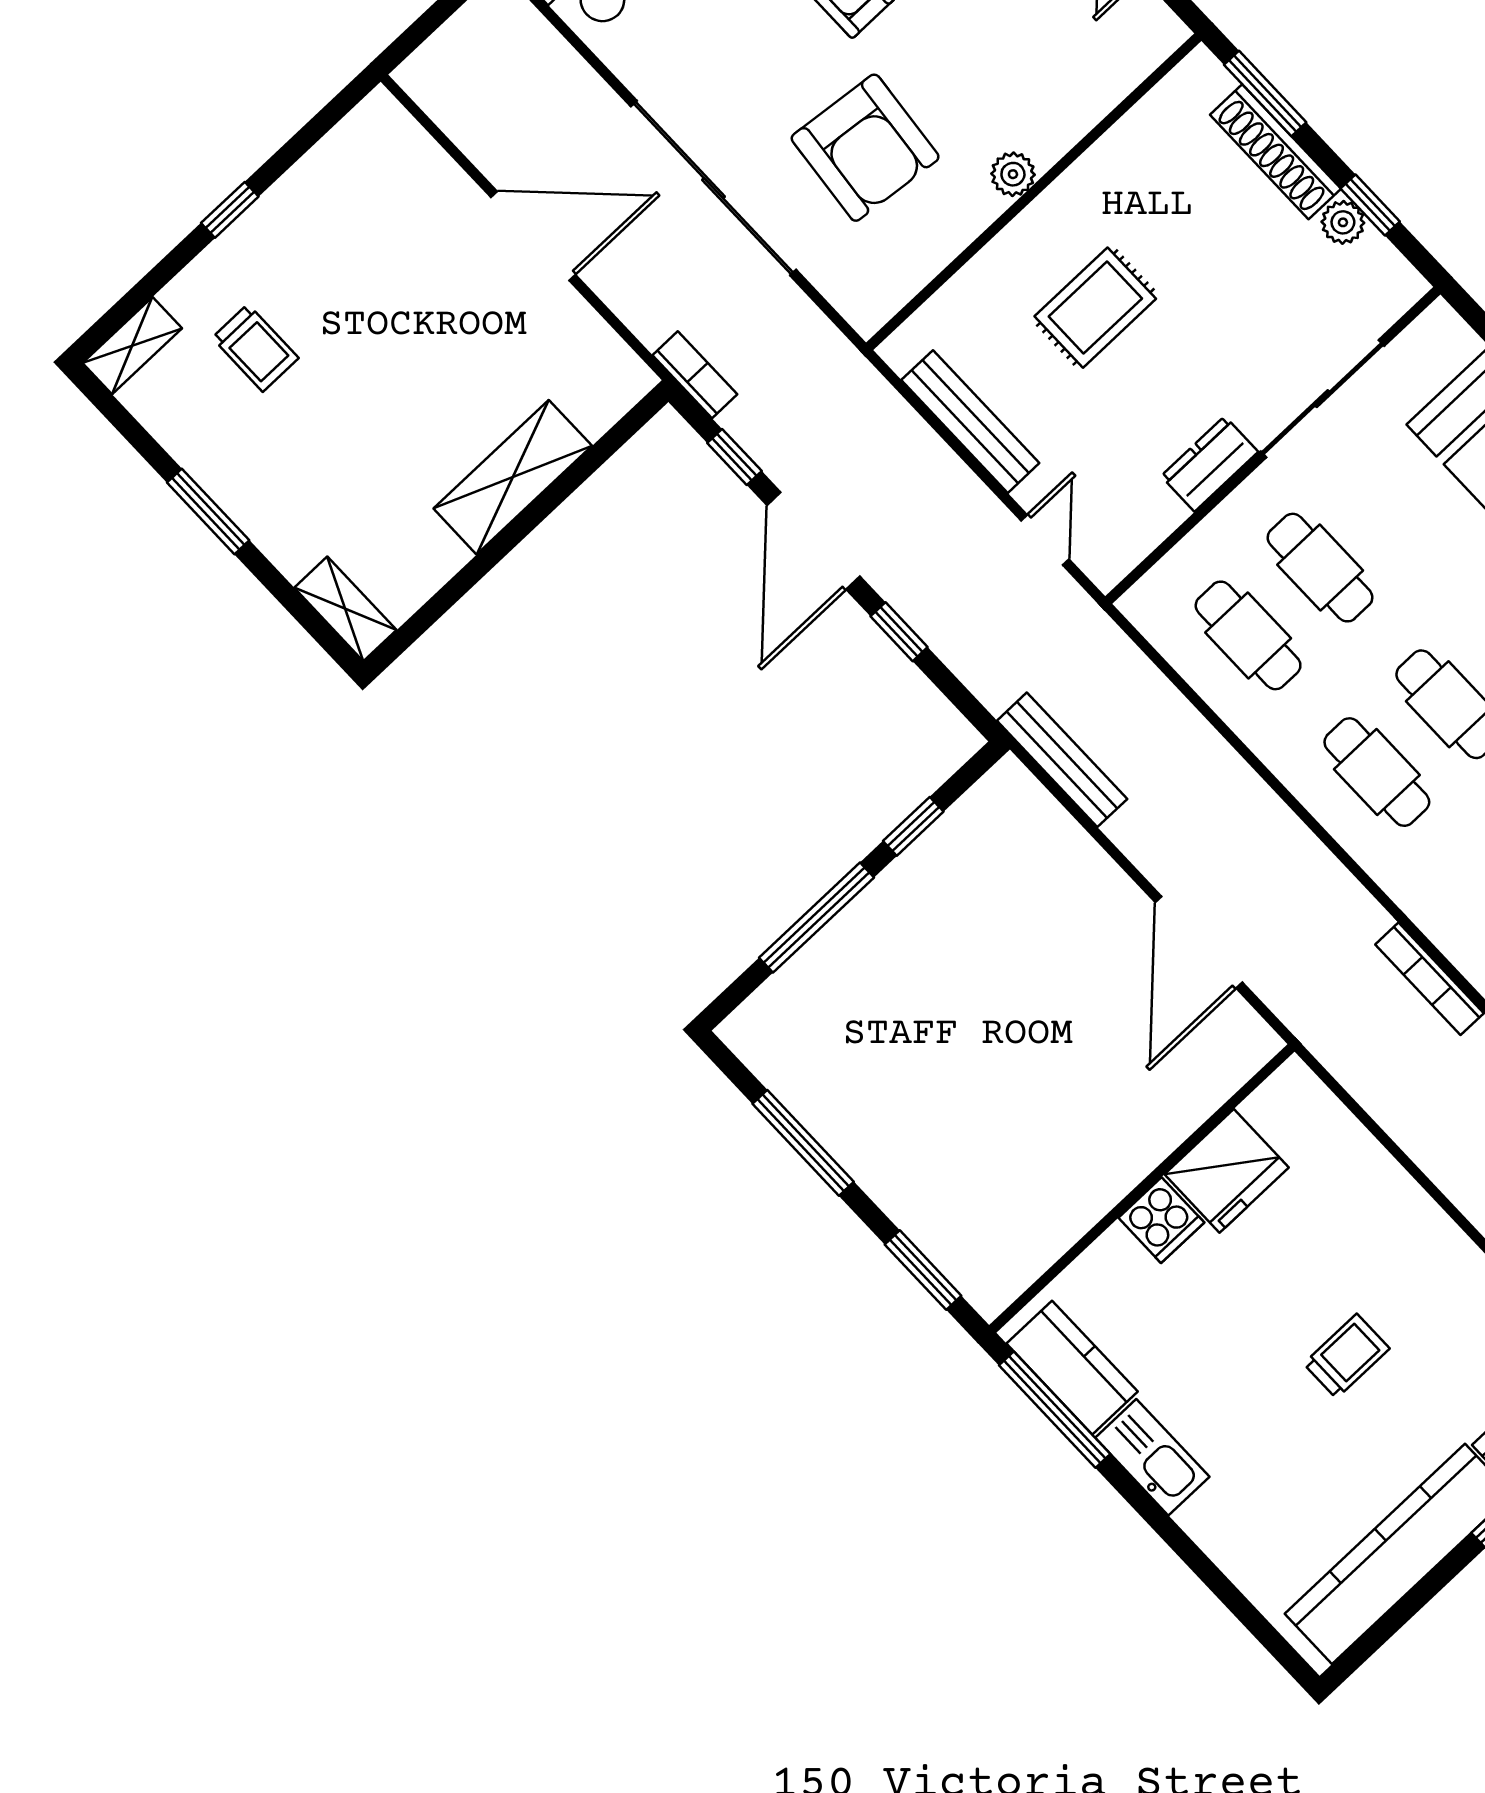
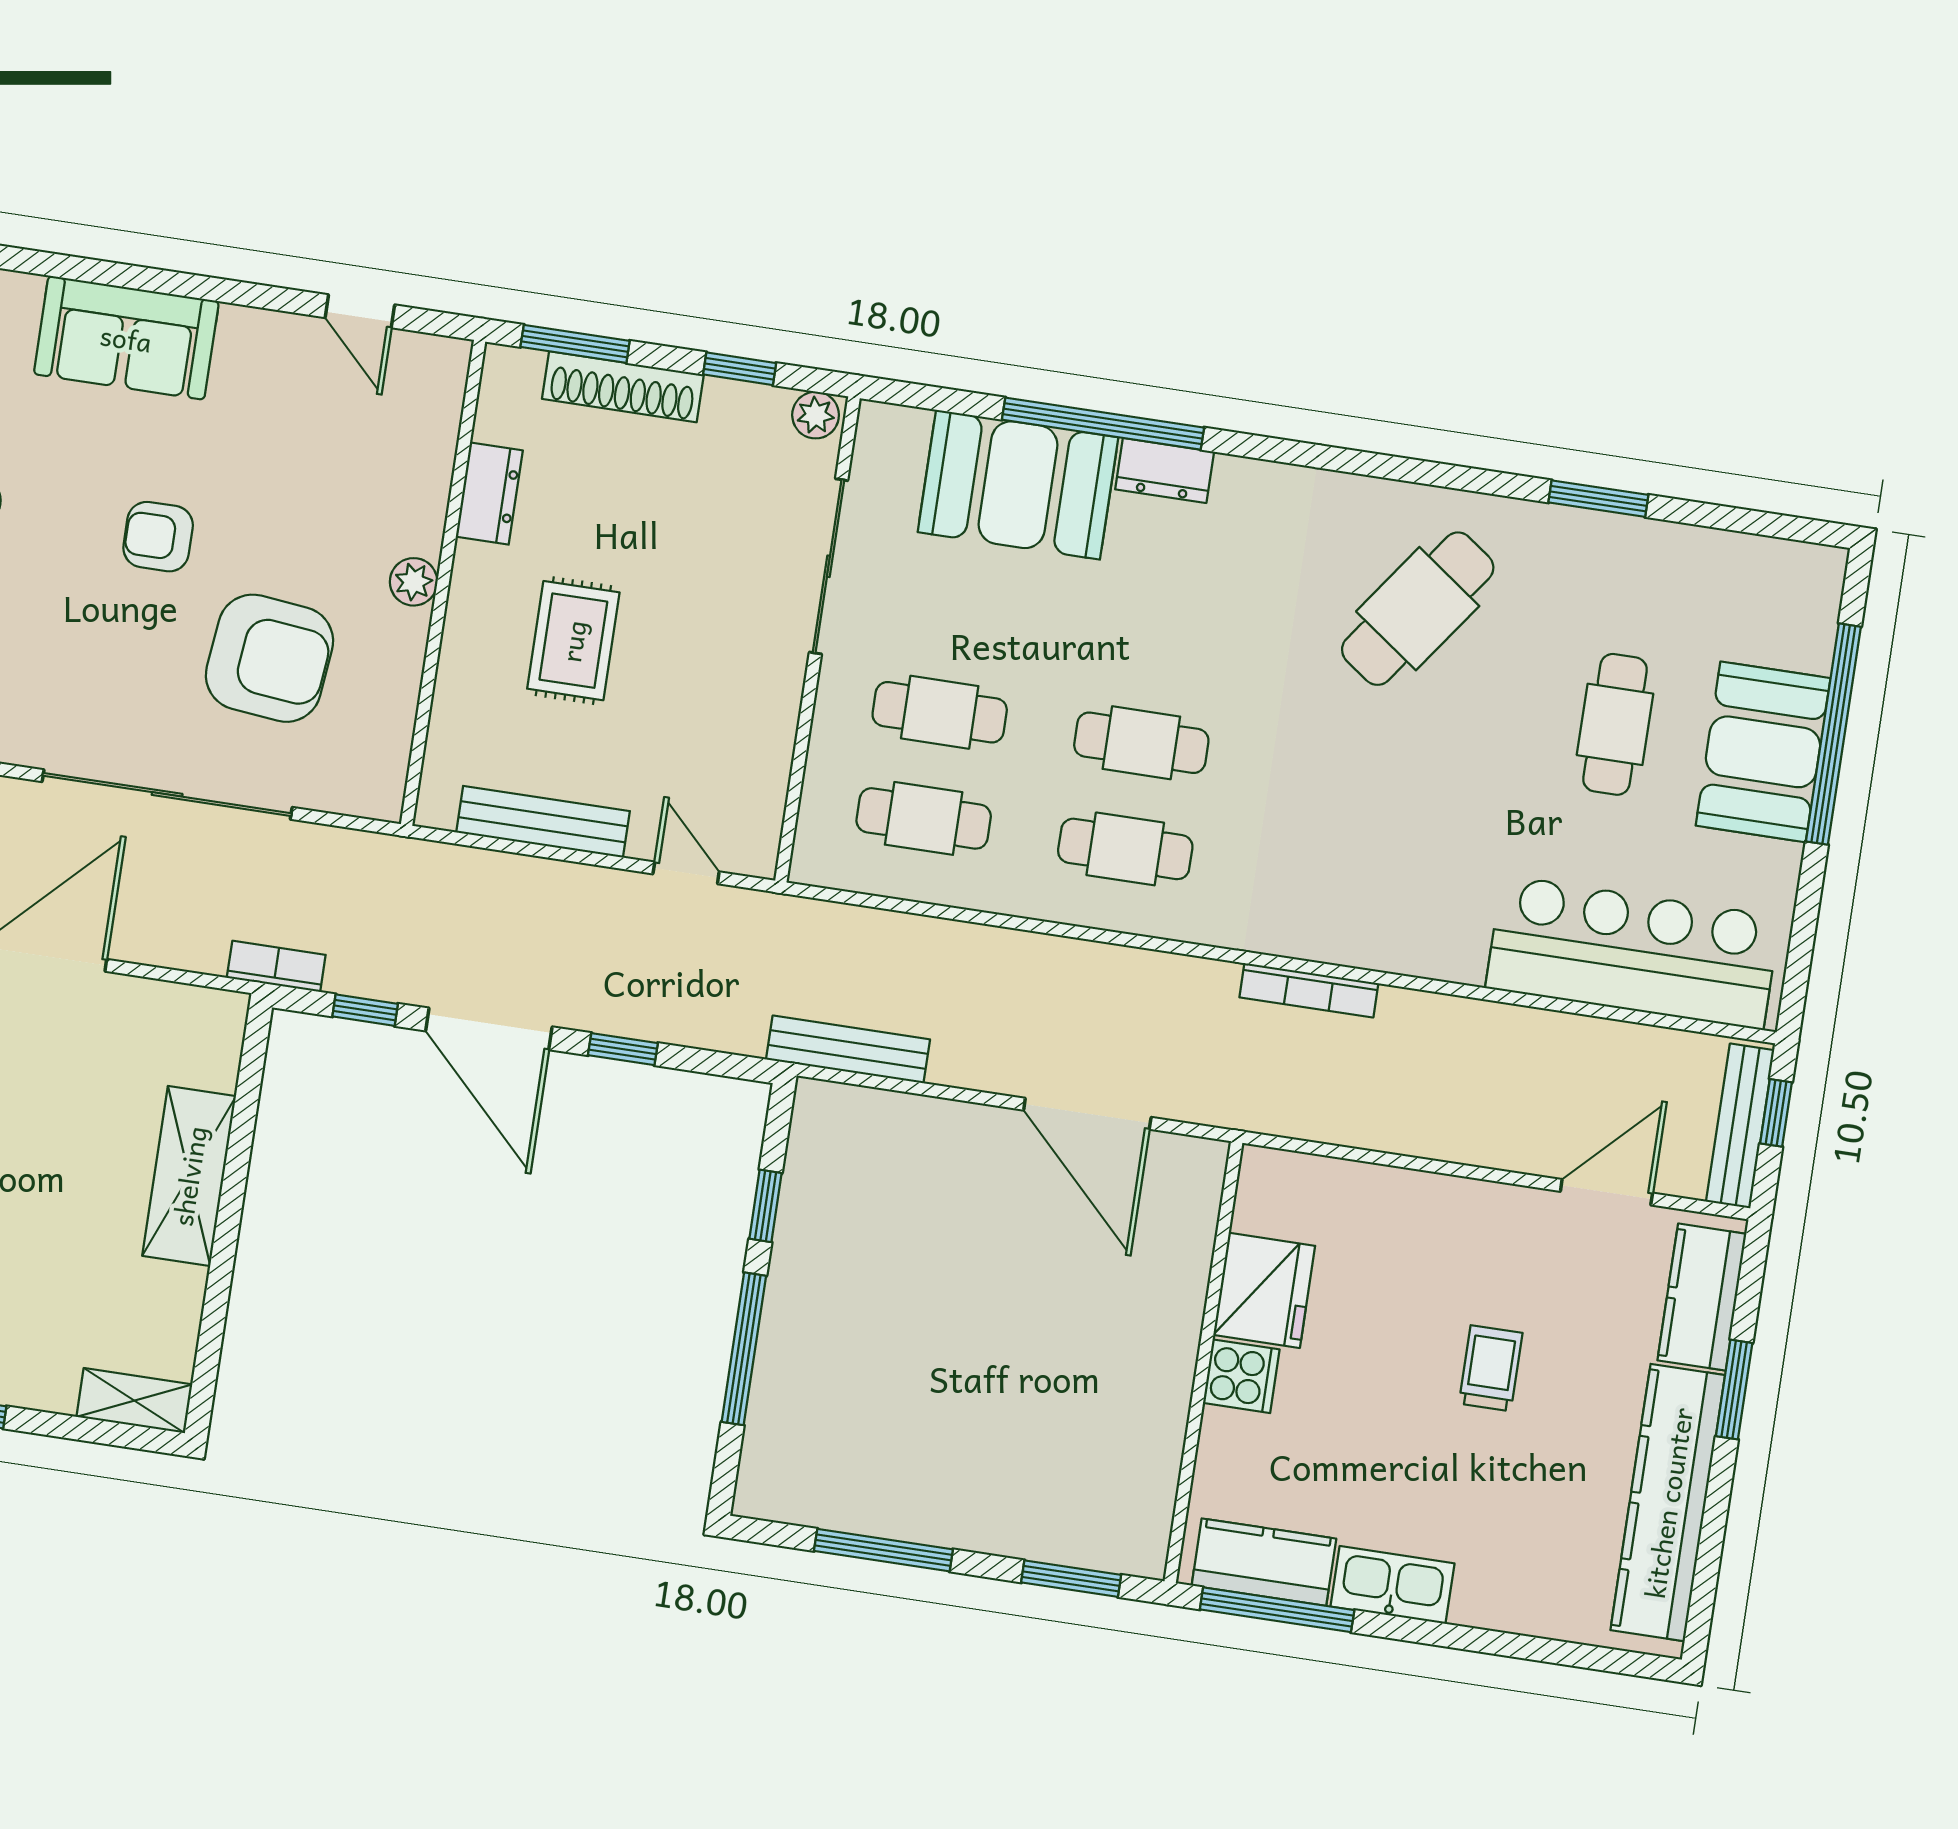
plant: (1343, 222) -> (816, 415), moved
dresser: (1210, 464) -> (489, 494), moved, turned 180

